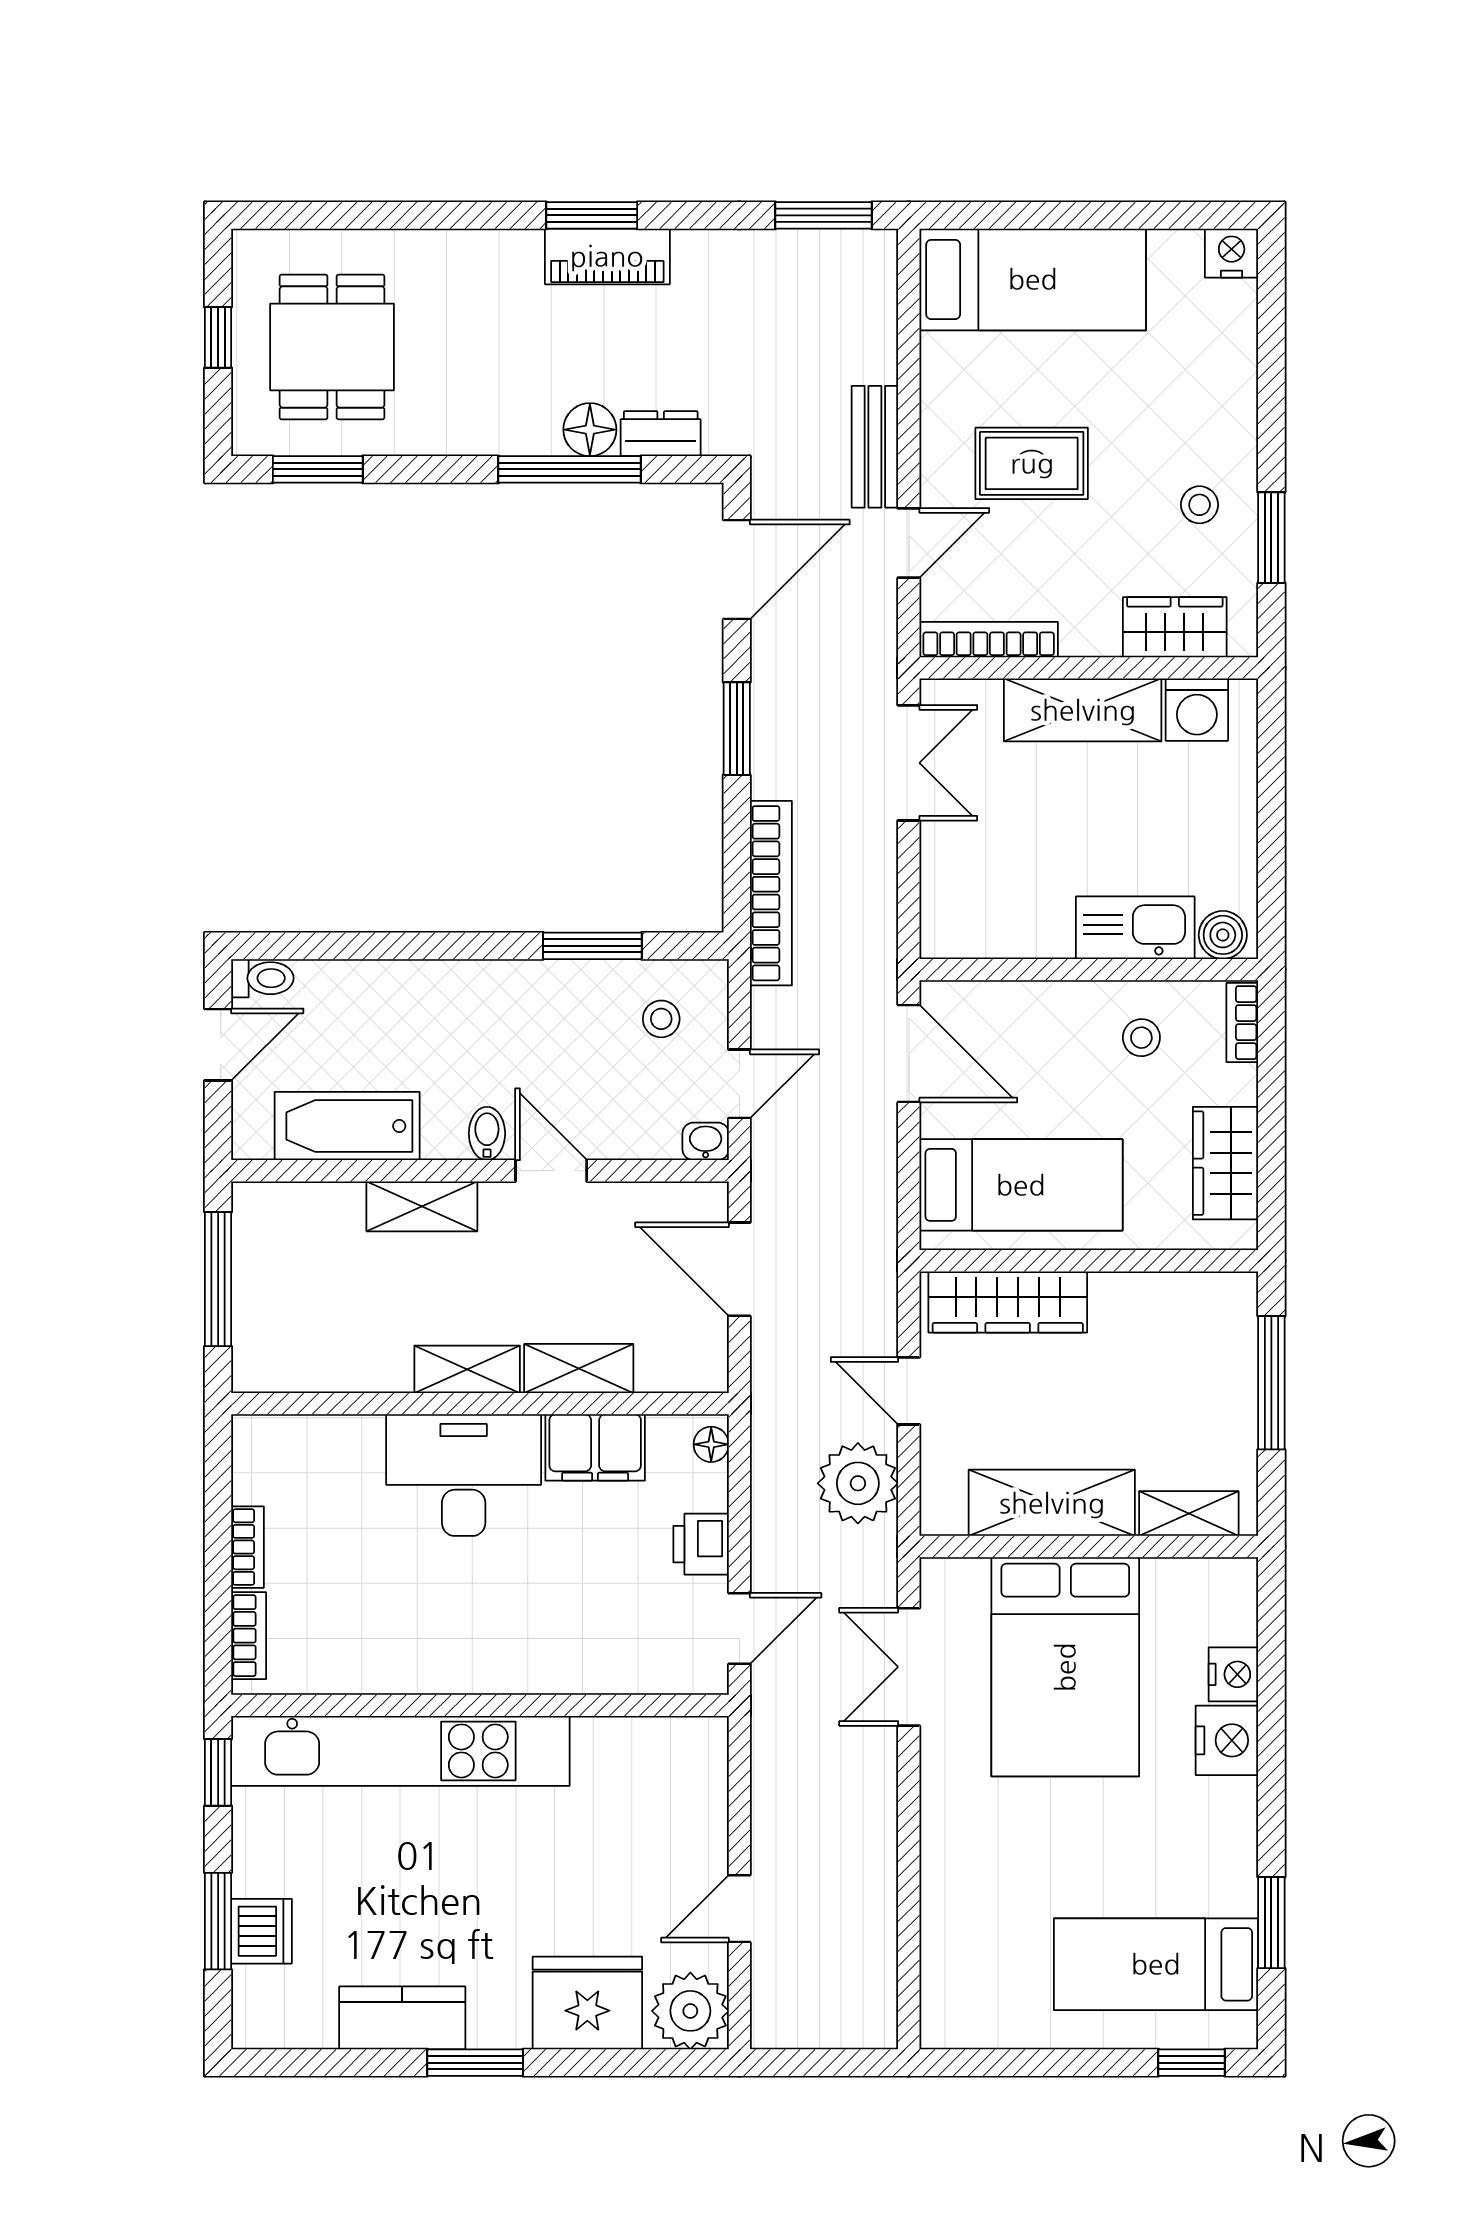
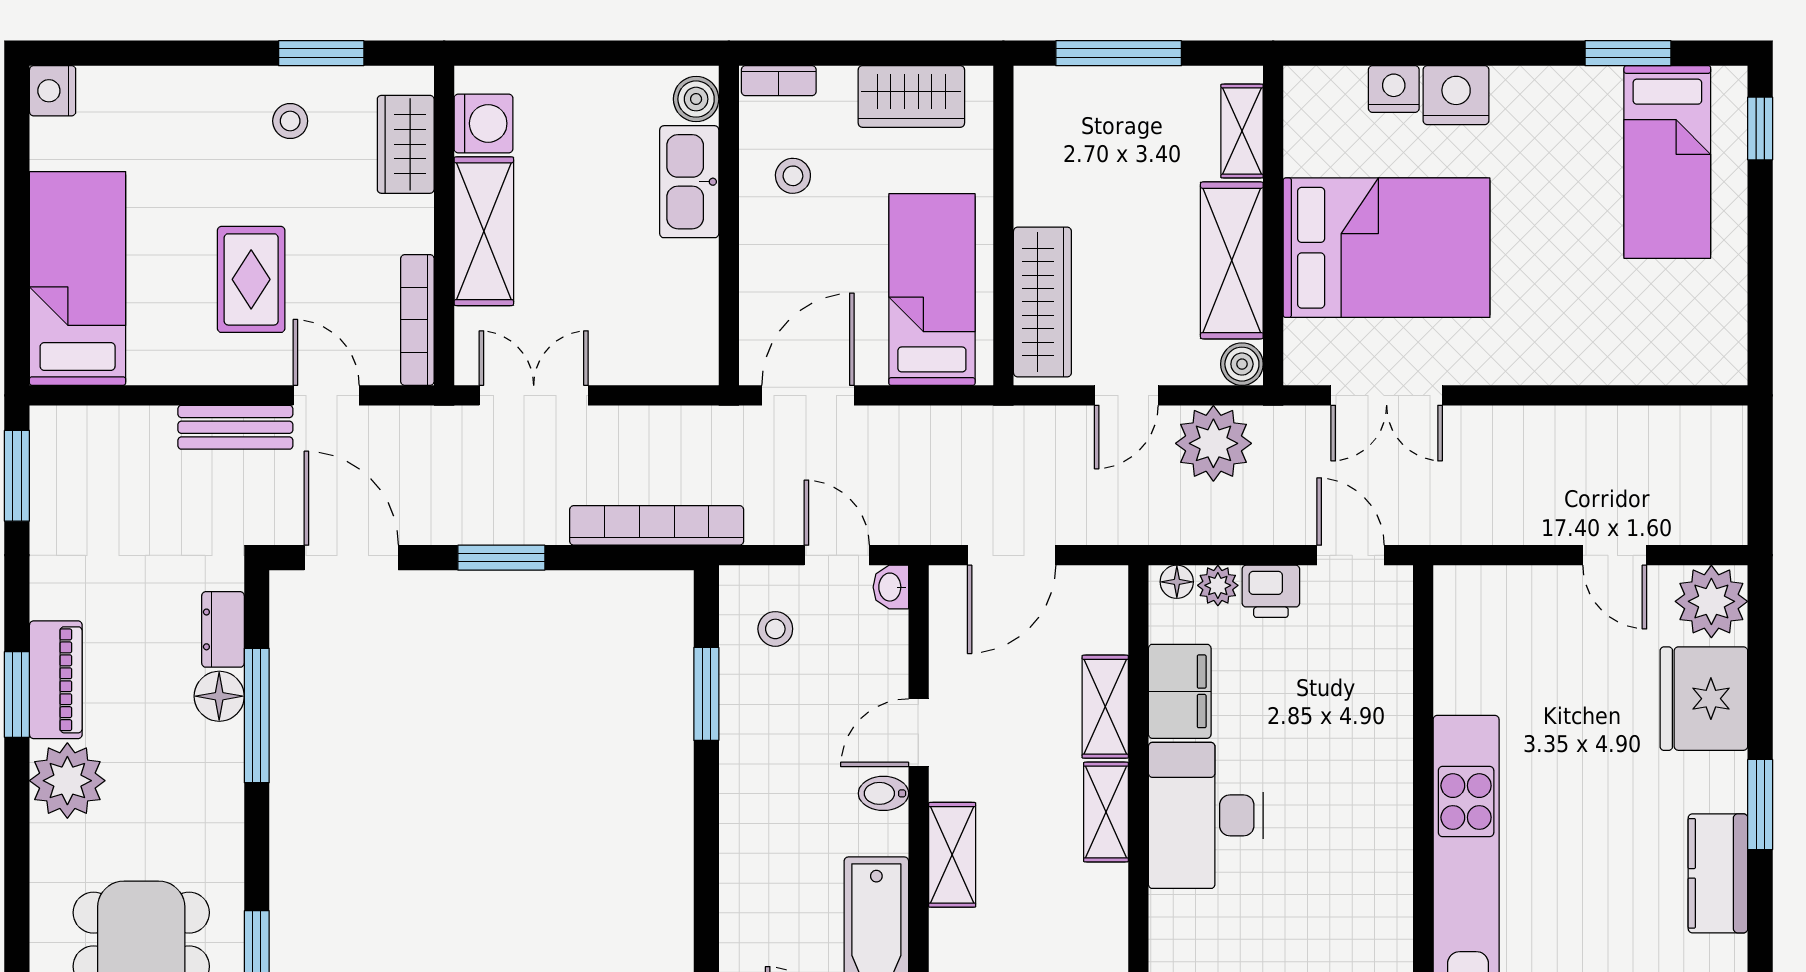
plant: (500, 269) -> (67, 781), added
plant: (707, 1488) -> (1218, 585), added
boiler: (942, 1513) -> (1242, 364), added

